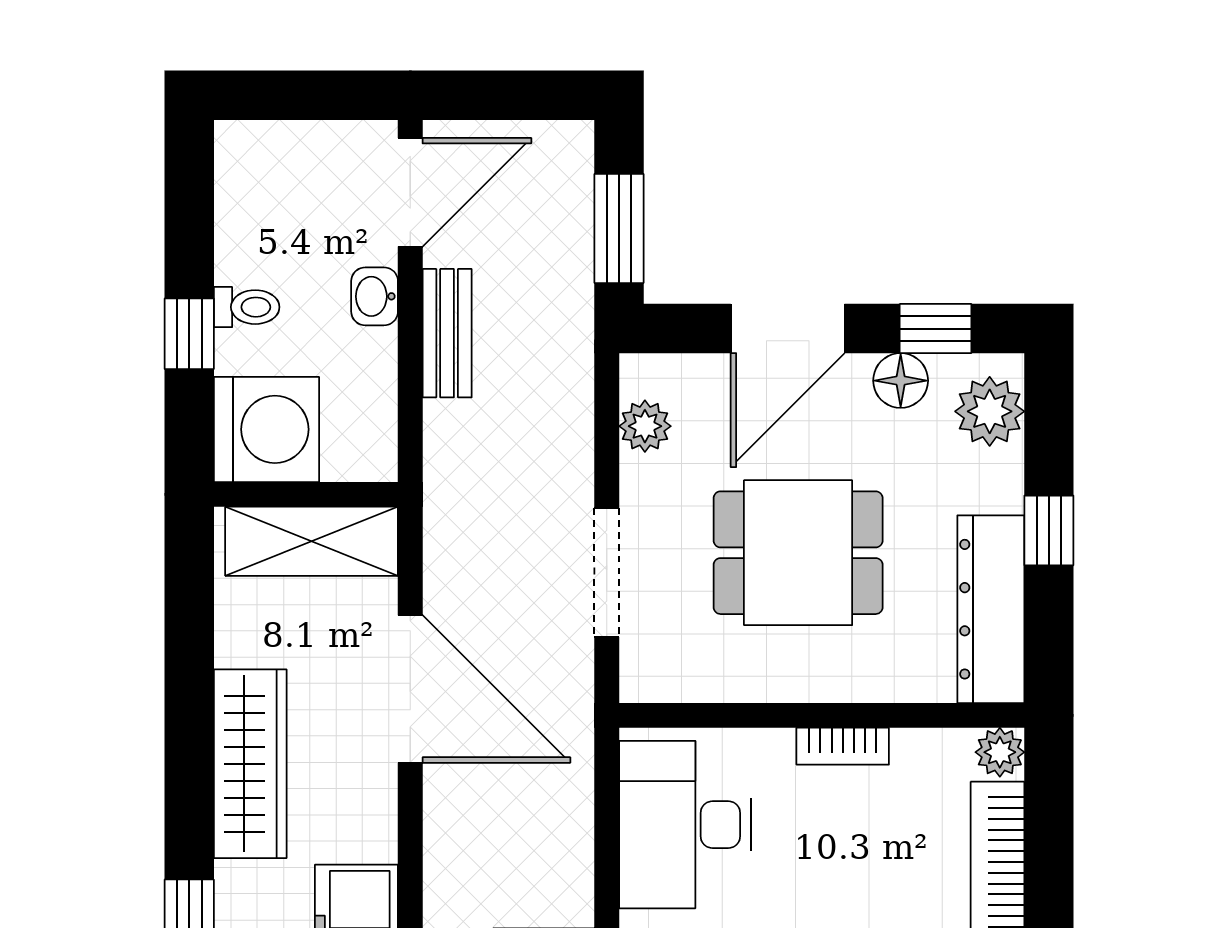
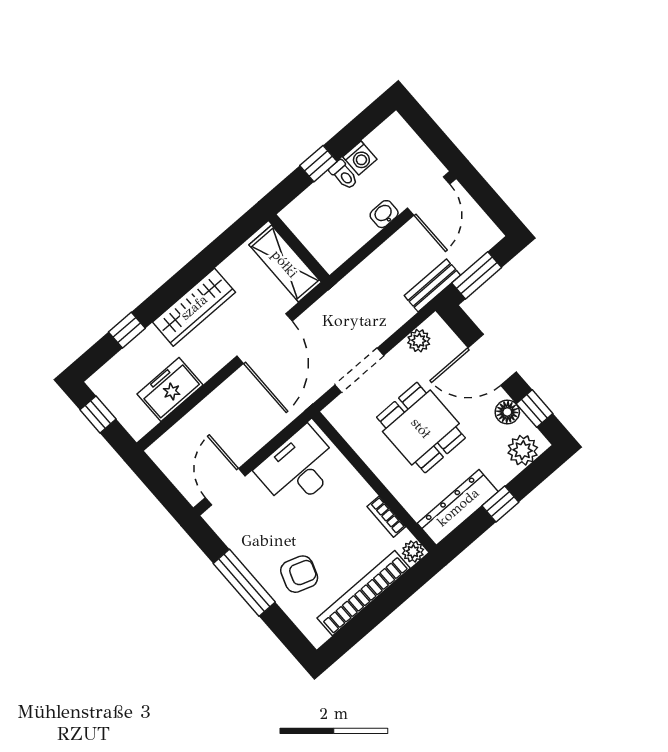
door: (410, 192) -> (429, 196), hinge flipped
bench: (447, 333) -> (432, 285), moved
washing machine: (266, 429) -> (360, 158), moved, width x0.53, depth x0.53
bookcase: (843, 746) -> (386, 517), moved

